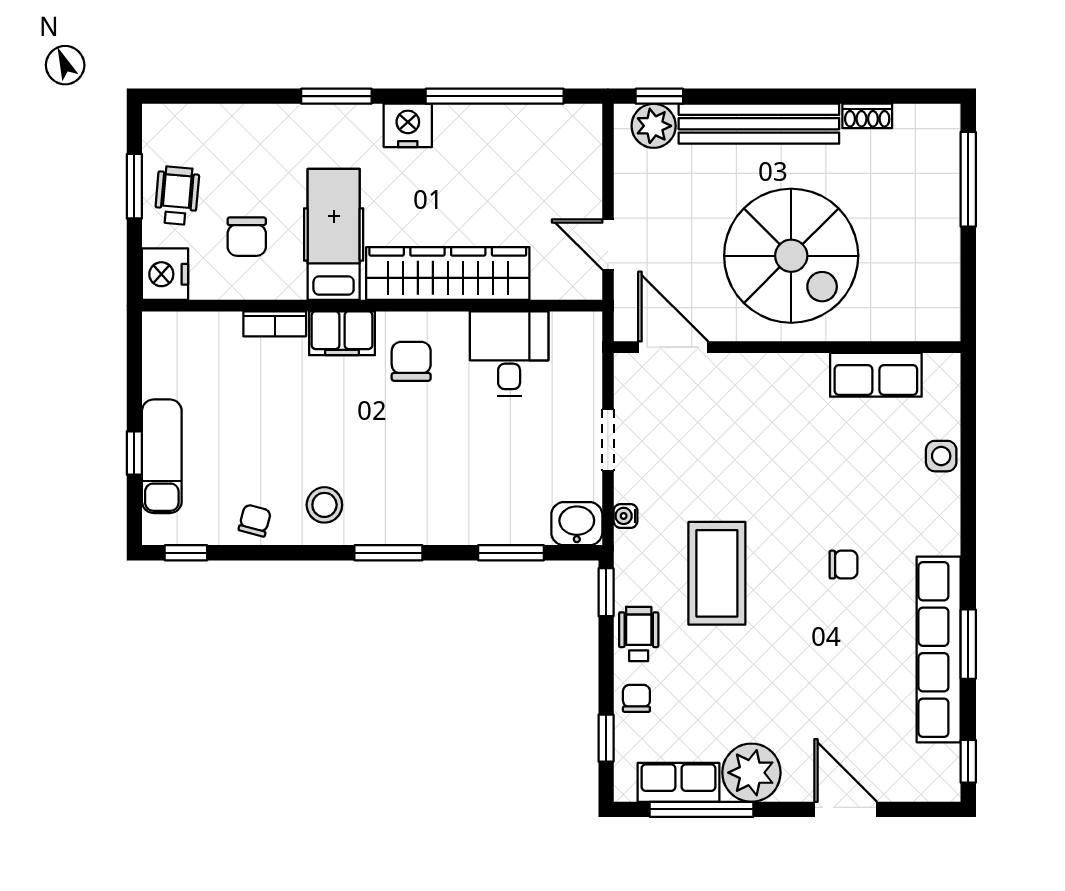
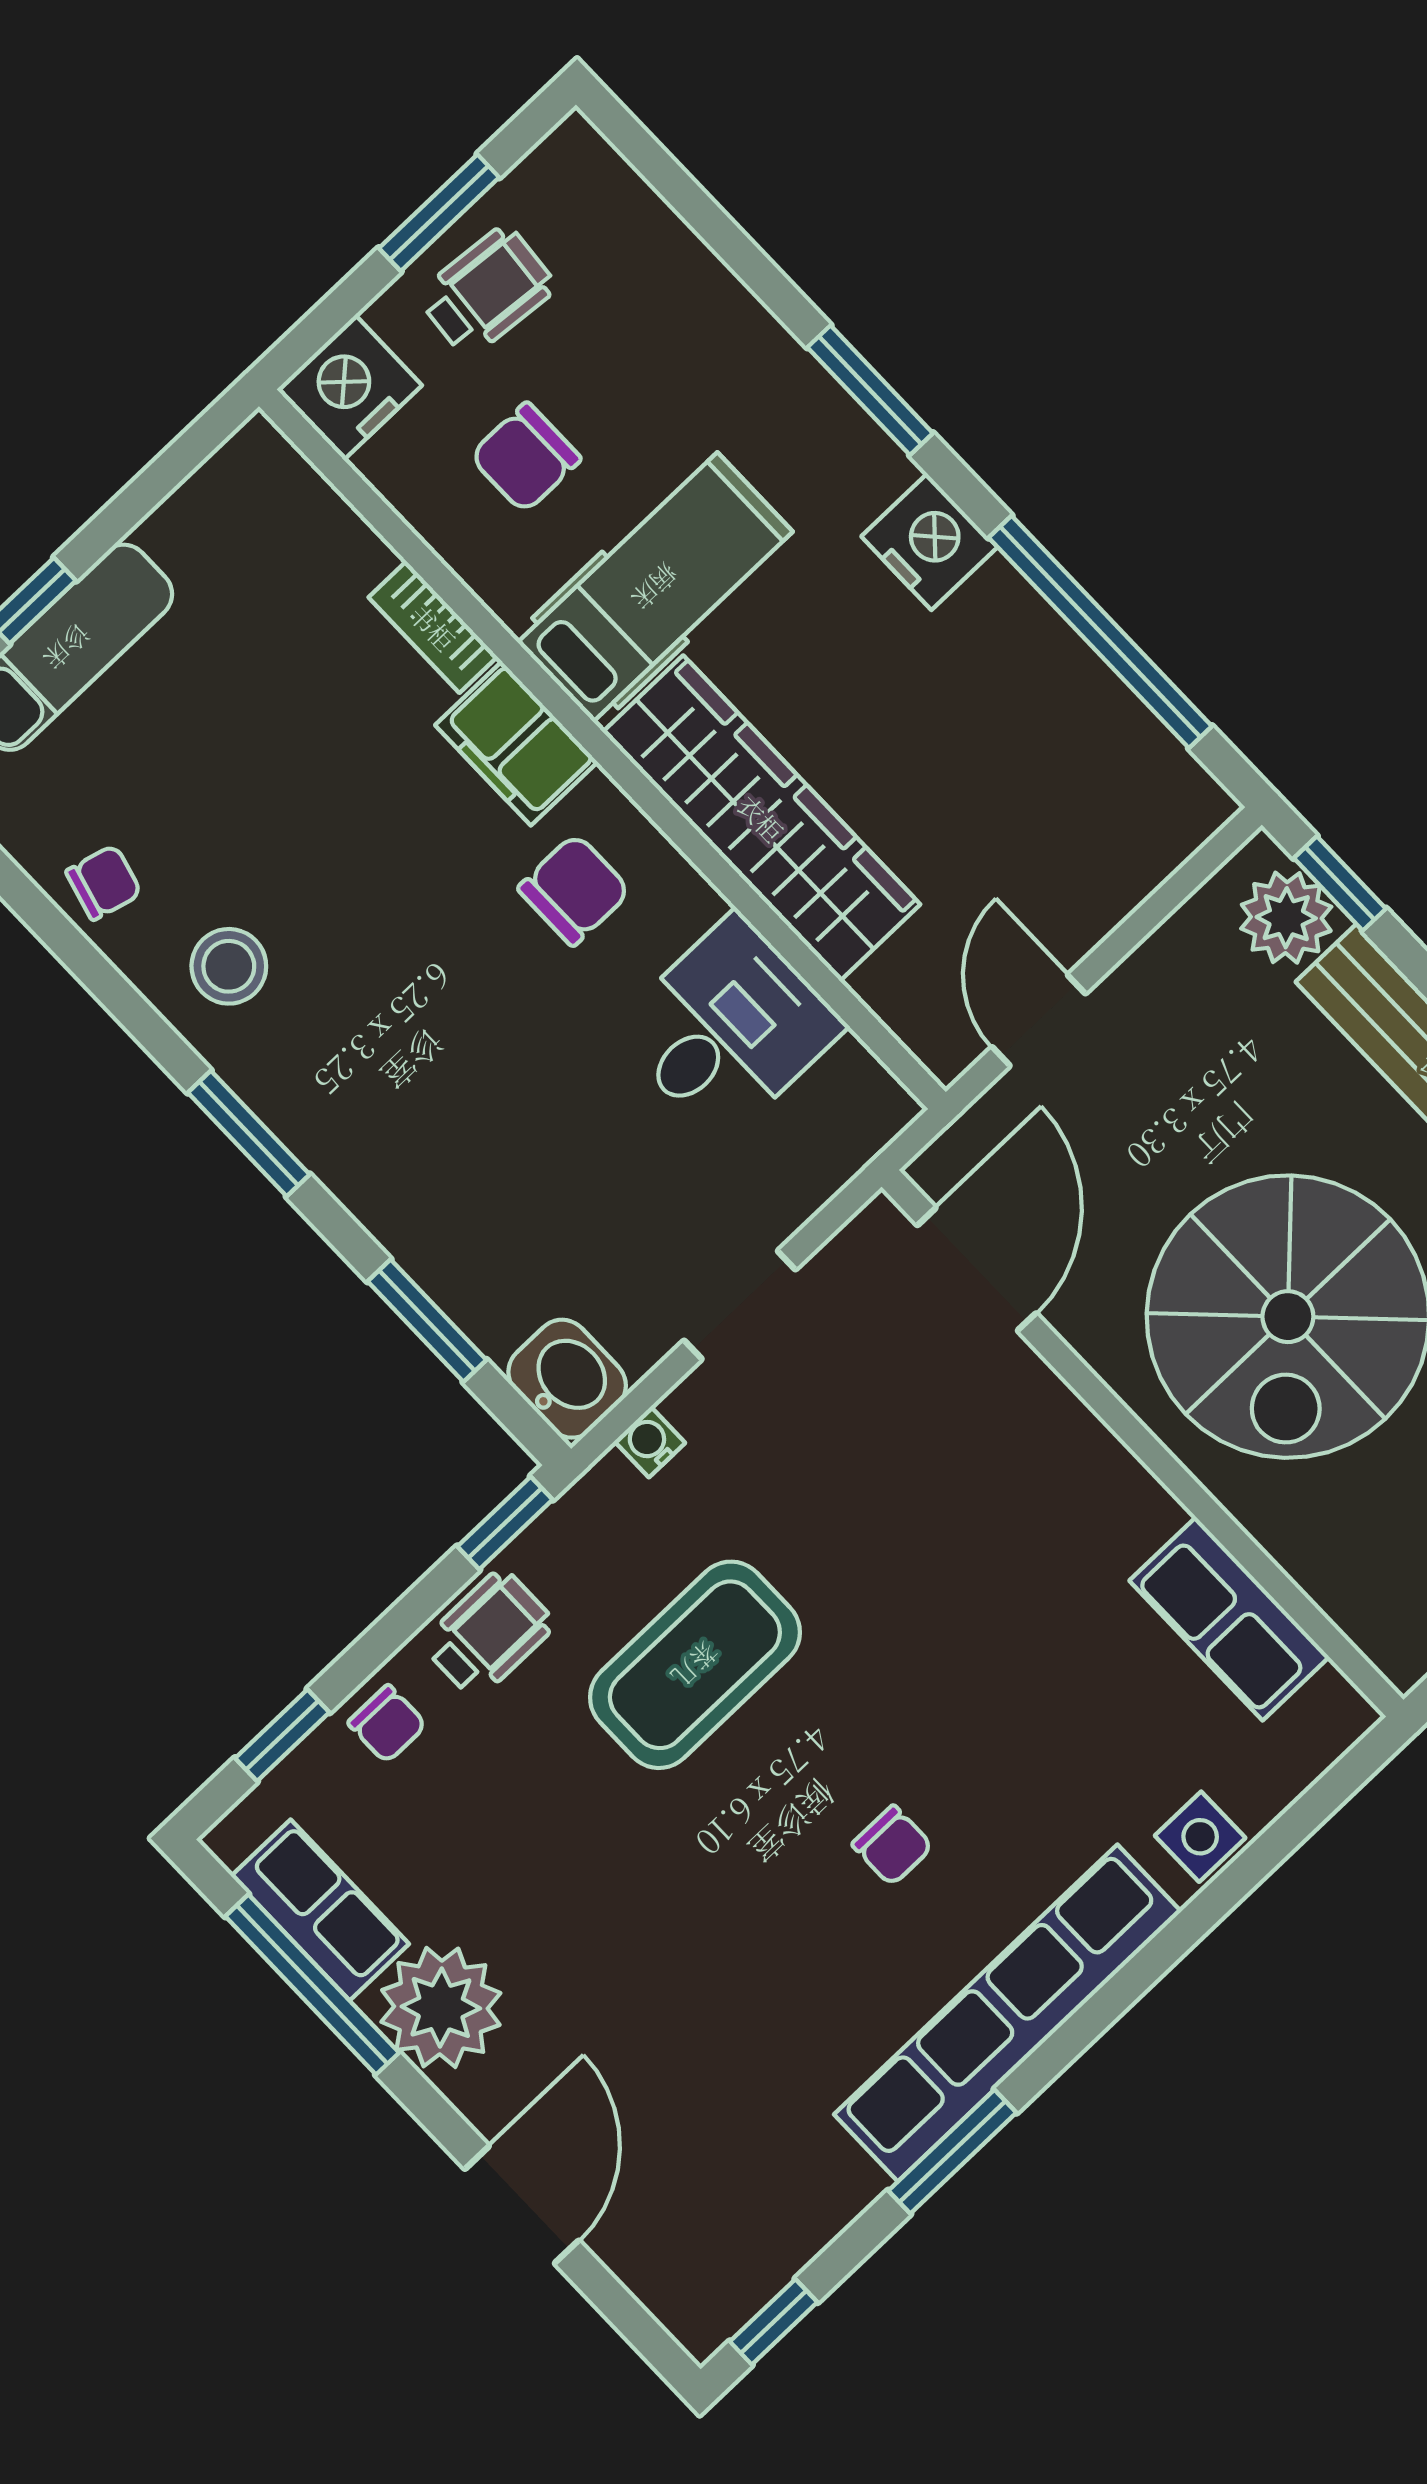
row of seats: (939, 649) -> (1008, 2013), moved
chair: (636, 698) -> (387, 1724), turned 90

